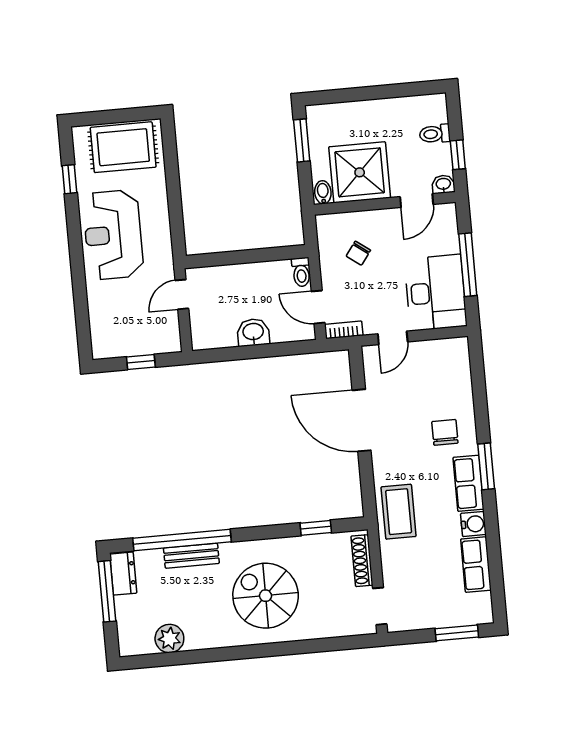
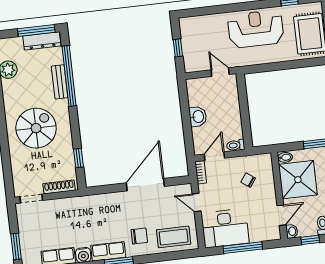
door: (417, 201) -> (281, 215), swing flipped
coffee table: (399, 512) -> (174, 237), moved
dresser: (123, 574) -> (42, 41), width x1.44

